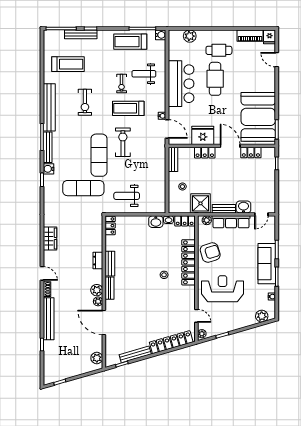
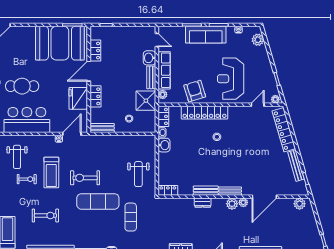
exercise mat: (83, 188) -> (131, 217), width x0.73, depth x0.69

